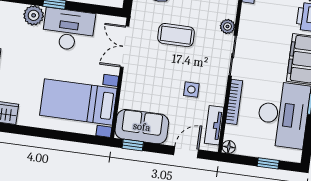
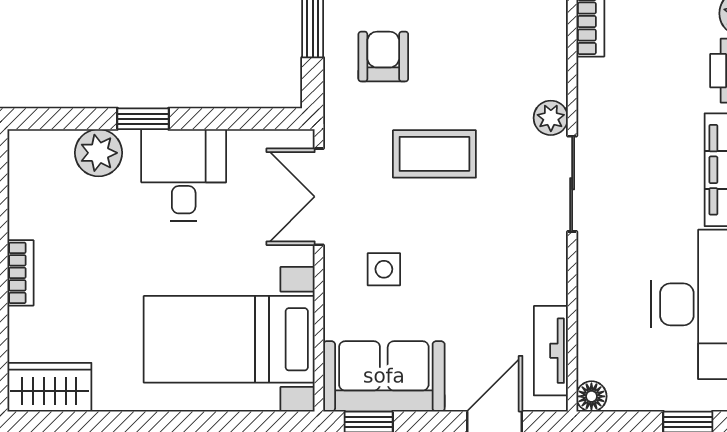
desk: (68, 30) -> (184, 175), width x0.73
side table: (191, 90) -> (384, 269), moved
bookcase: (234, 102) -> (590, 290), removed

